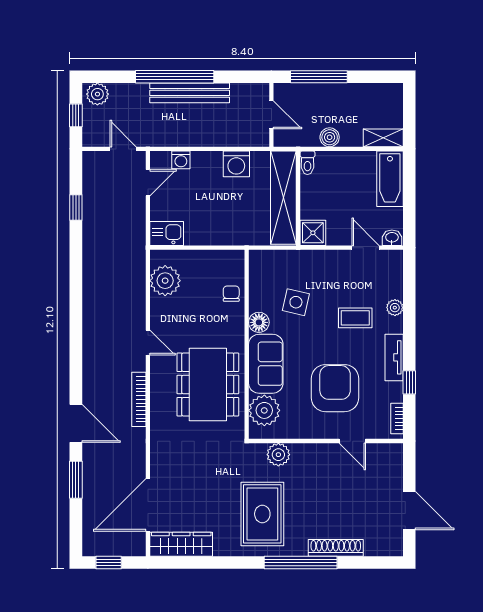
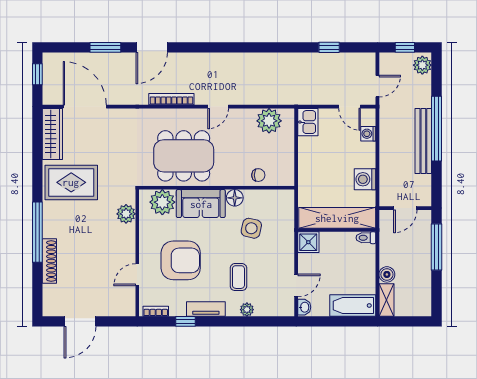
boiler: (330, 137) -> (387, 274), moved
rug: (262, 514) -> (71, 182), moved

